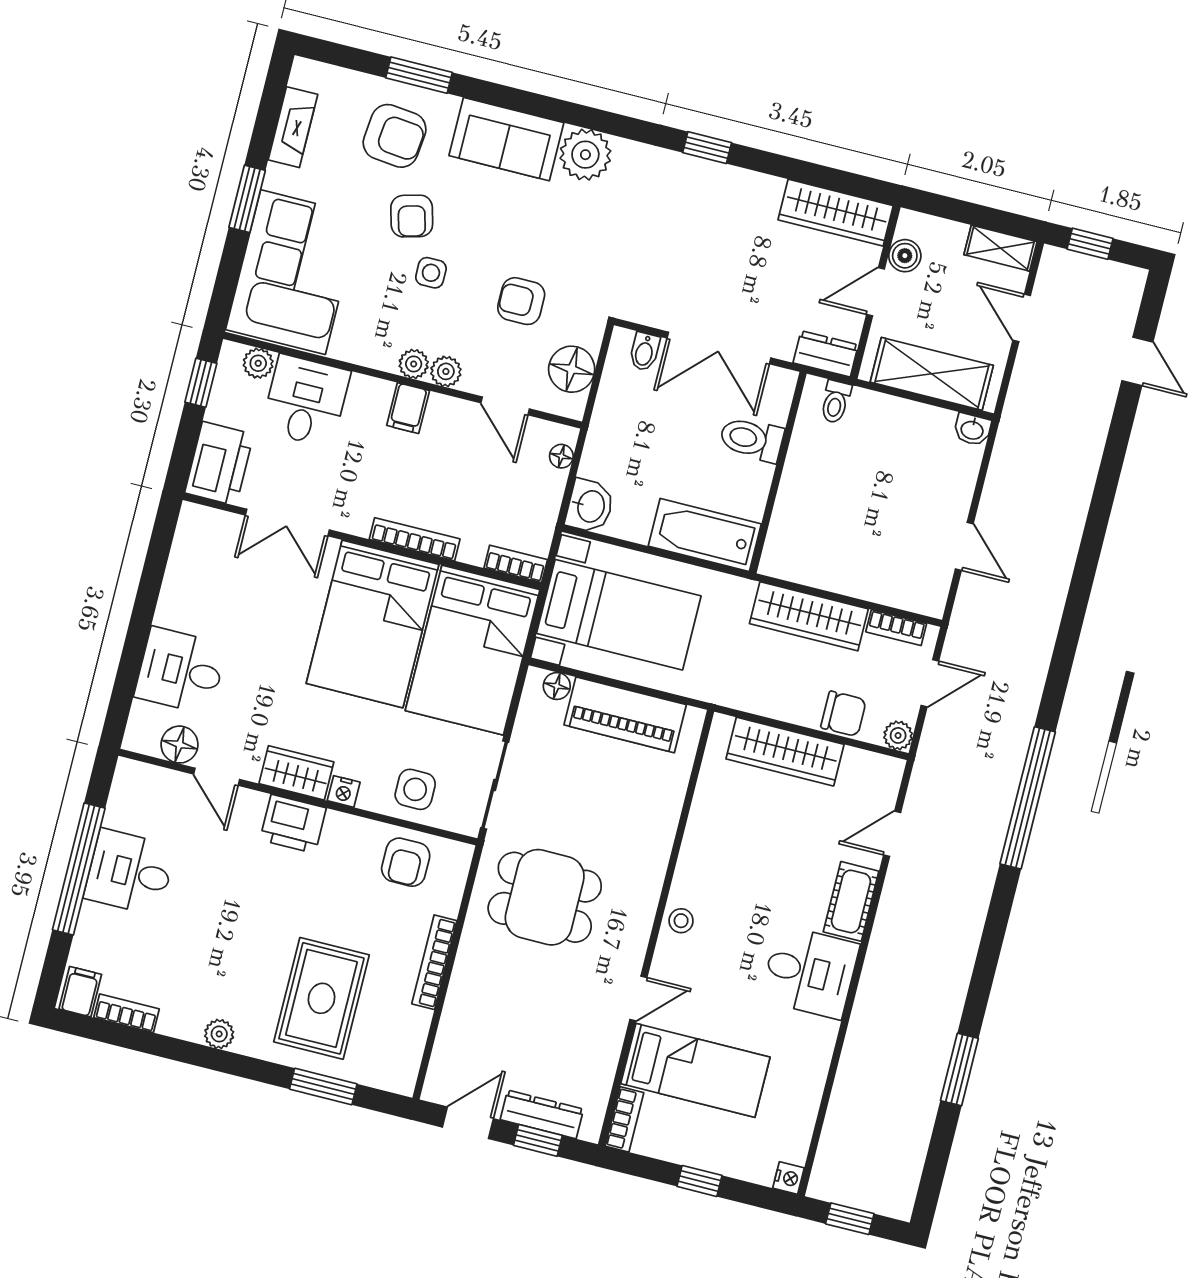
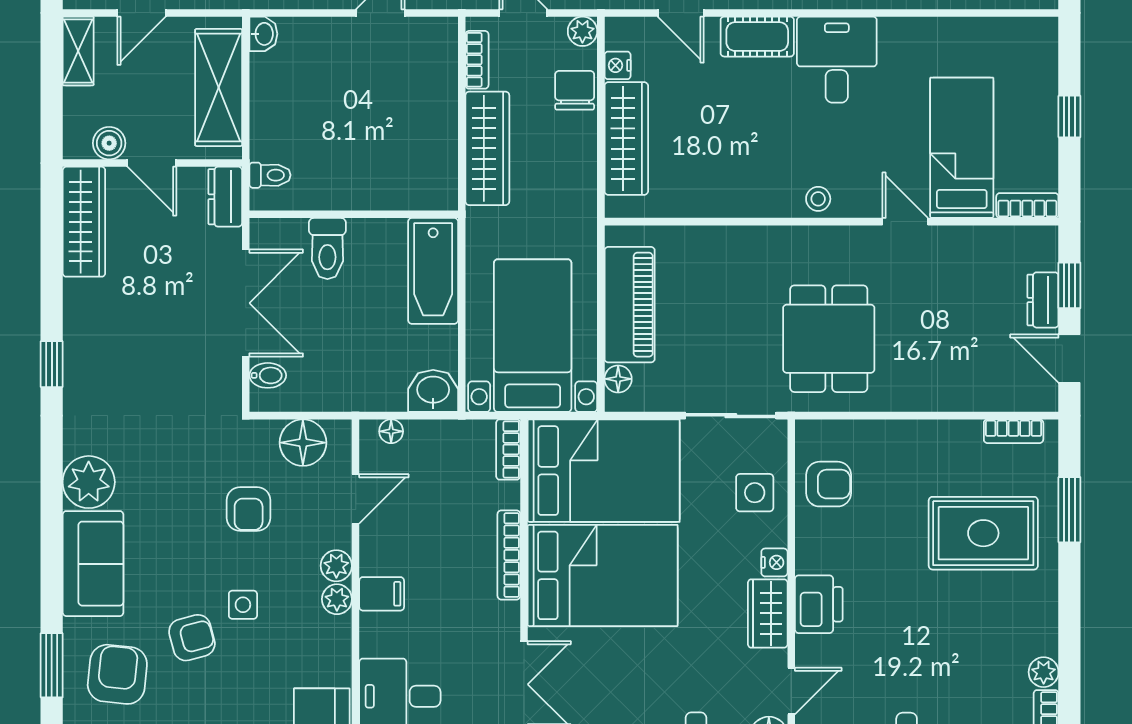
bookcase: (434, 962) -> (1014, 431), moved, width x0.64
plant: (219, 1034) -> (1044, 672), moved
dresser: (542, 1114) -> (1043, 300), width x0.70
nightstand: (789, 1178) -> (618, 65), moved, turned -90

